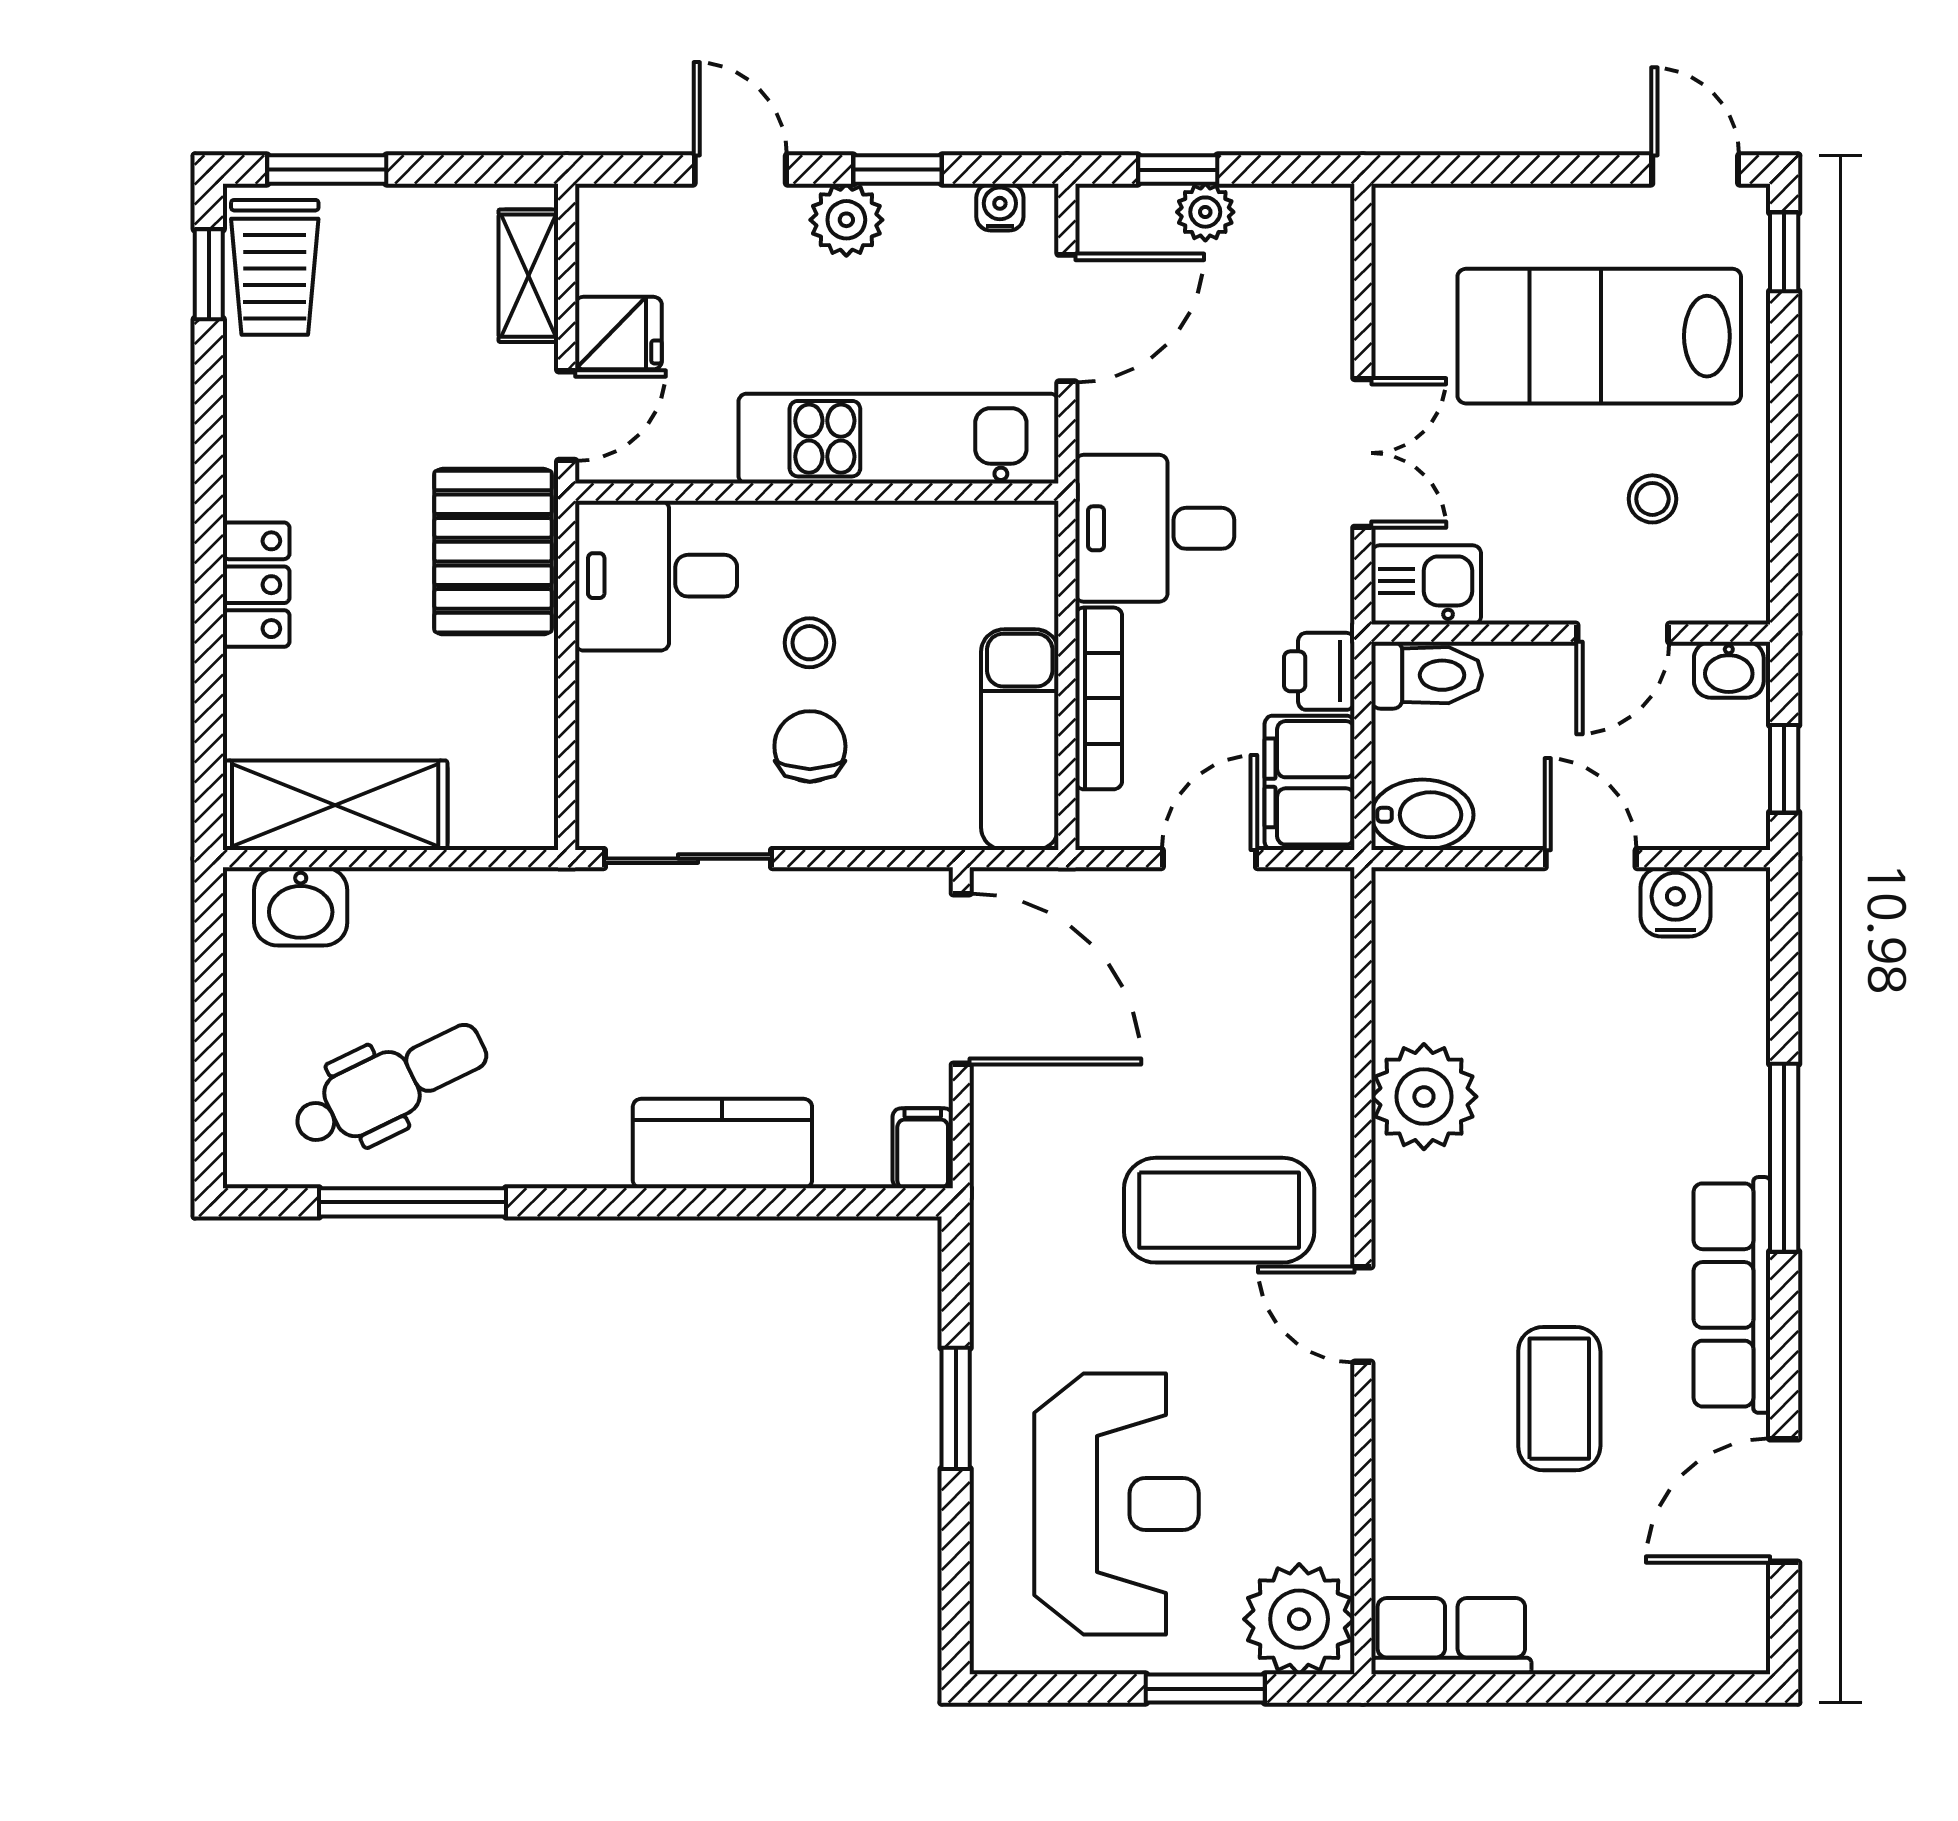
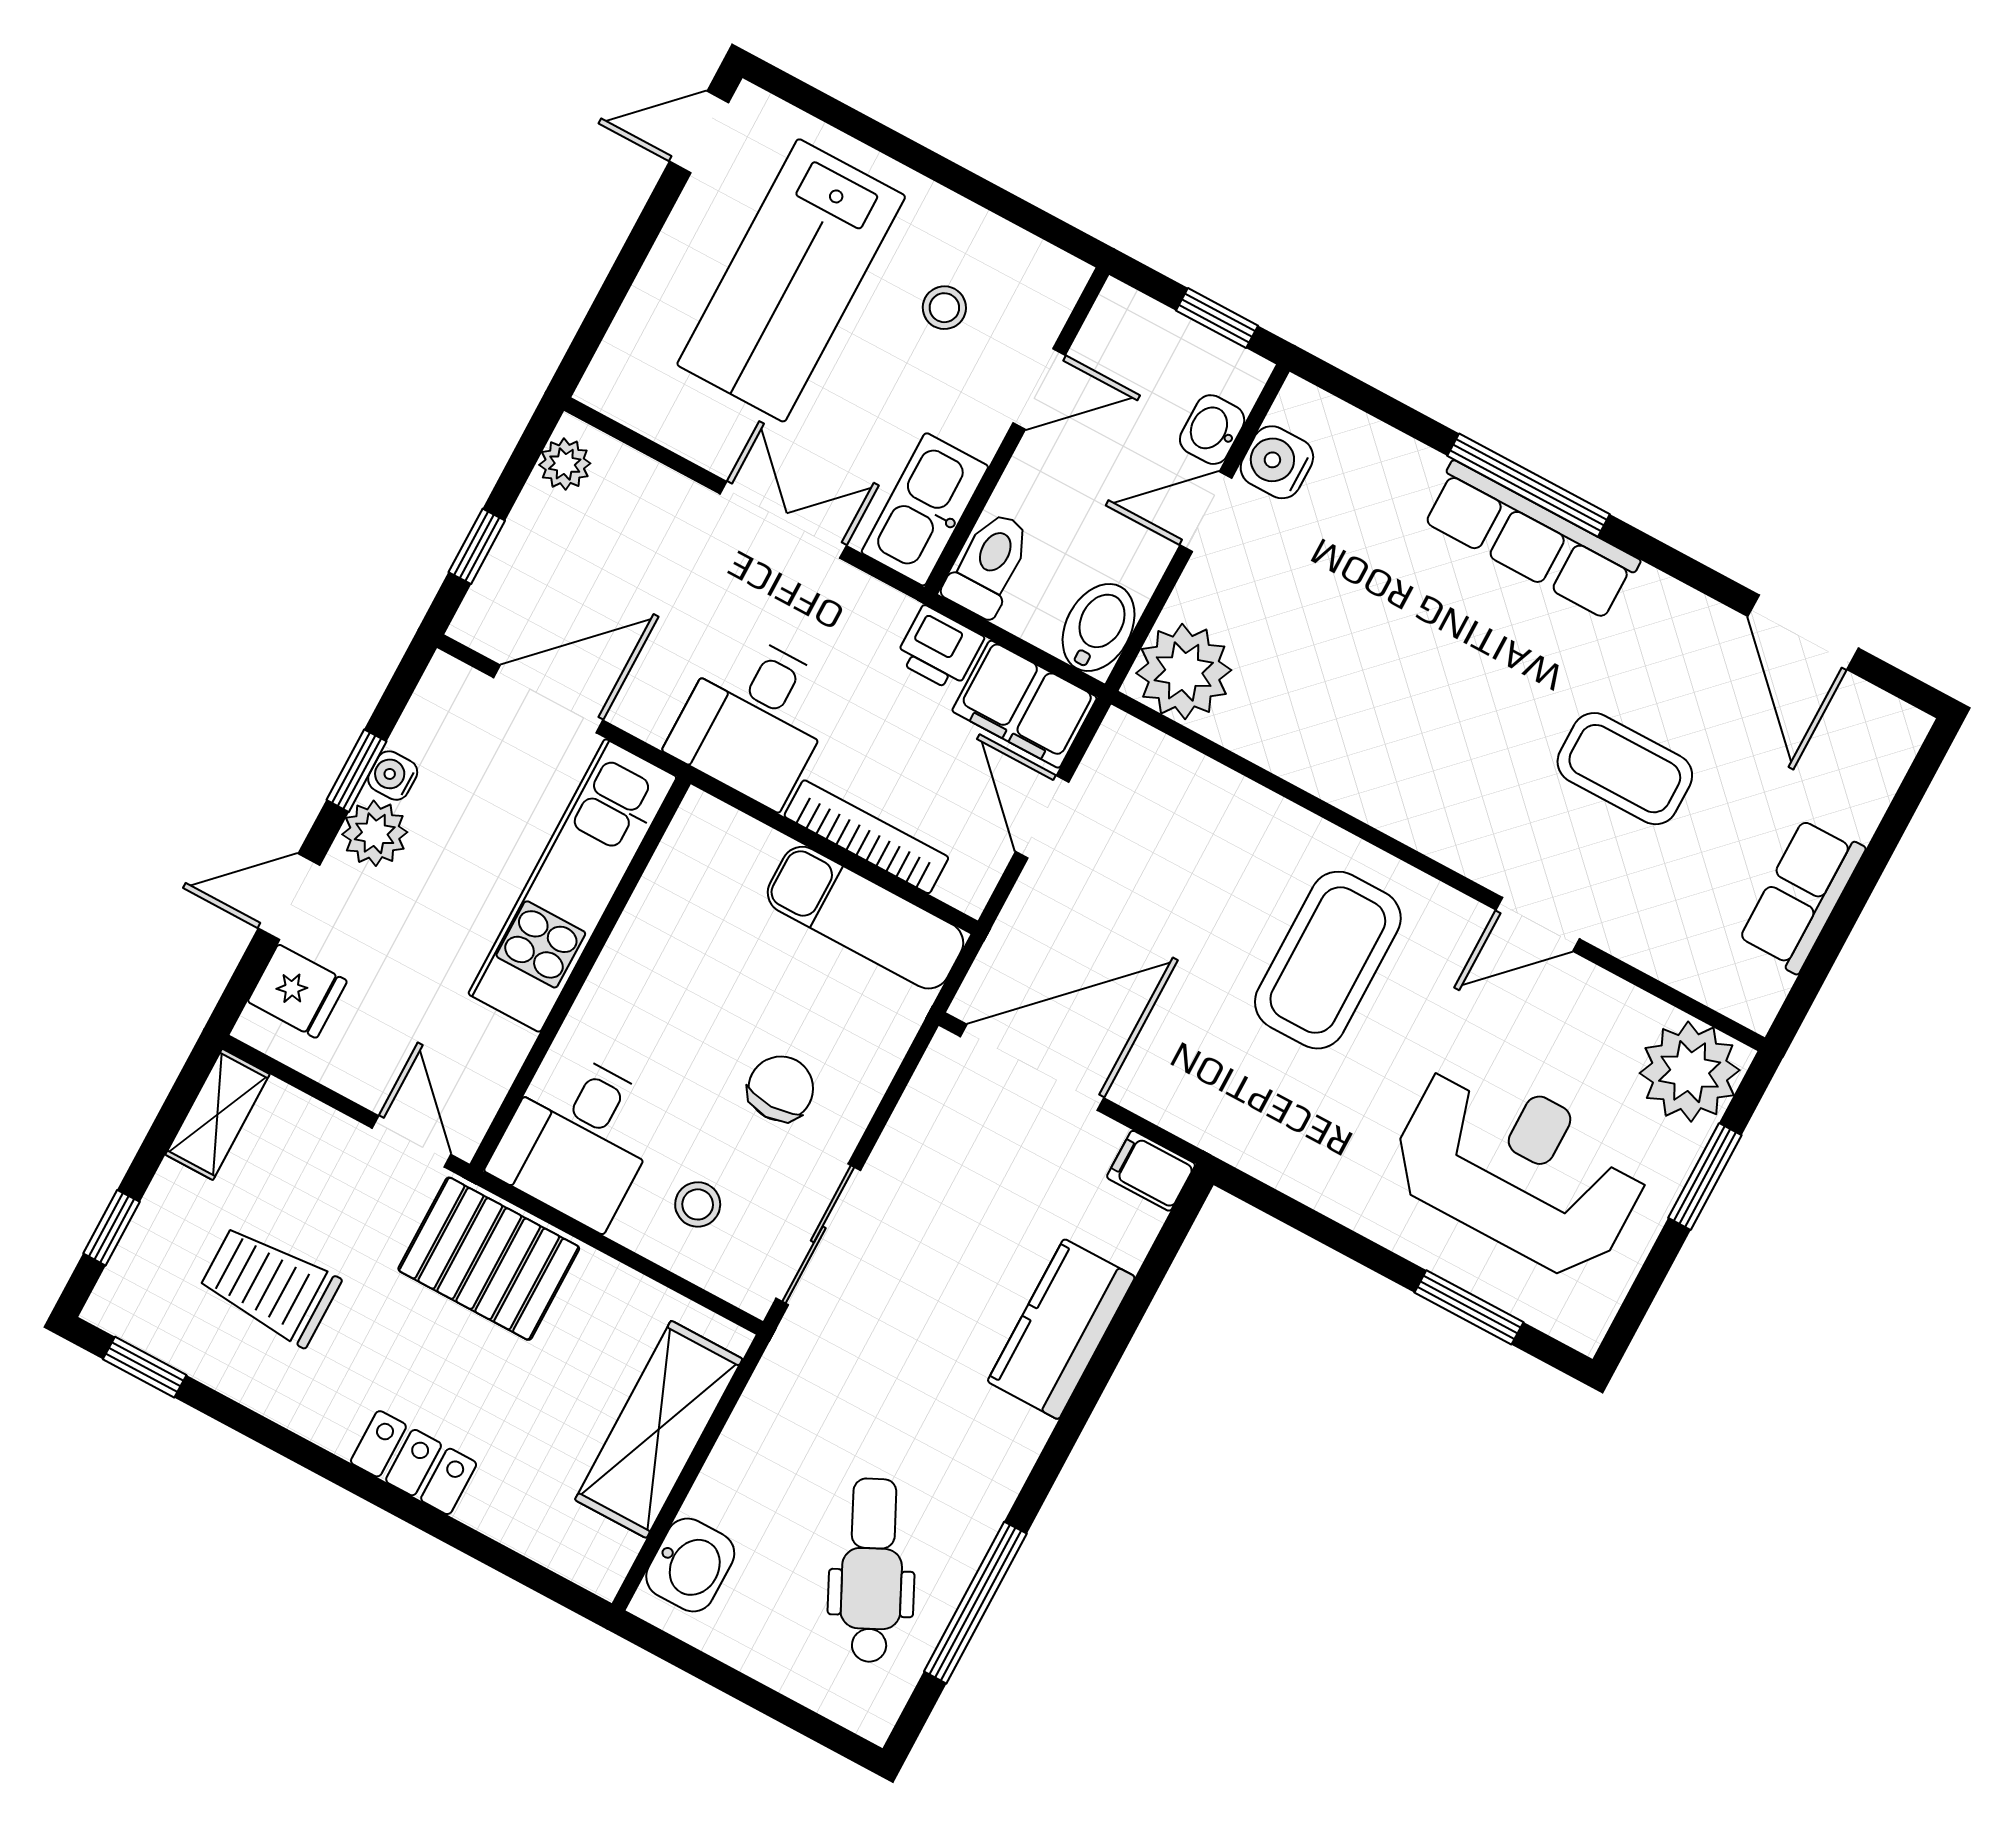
window: (327, 170) -> (111, 1228), width x0.67
water cooler: (1000, 207) -> (393, 776), moved
plant: (1205, 212) -> (565, 464), moved
window: (1784, 252) -> (803, 96), removed
trolley: (275, 267) -> (270, 1286), moved, turned 180
shelving: (528, 276) -> (218, 1114), moved, turned 90
door: (1067, 318) -> (548, 699), hinge flipped
fridge: (618, 333) -> (297, 991), moved, turned 90
kitchen sink: (1426, 585) -> (925, 509), width x1.38
door: (1623, 633) -> (1039, 389), hinge flipped
stool: (809, 643) -> (698, 1204), moved
washbasin: (1729, 670) -> (1212, 430), moved, turned 180
chair: (810, 746) -> (781, 1089), turned 90
shelving: (335, 805) -> (659, 1429), moved
plant: (1424, 1097) -> (1184, 672), moved
row of seats: (1732, 1295) -> (1531, 540), moved
door: (1363, 1314) -> (1538, 924), moved
window: (956, 1408) -> (1469, 1307), moved
row of seats: (1451, 1636) -> (1802, 895), moved

